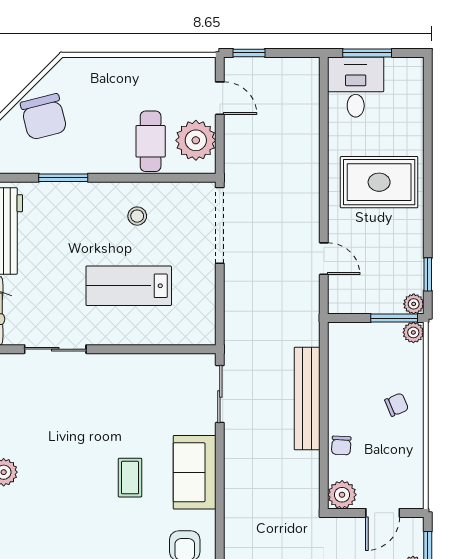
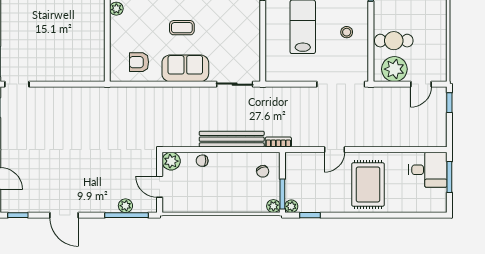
door: (324, 259) -> (334, 150), moved
bookcase: (312, 324) -> (278, 142), added
chair: (397, 405) -> (263, 171), moved

